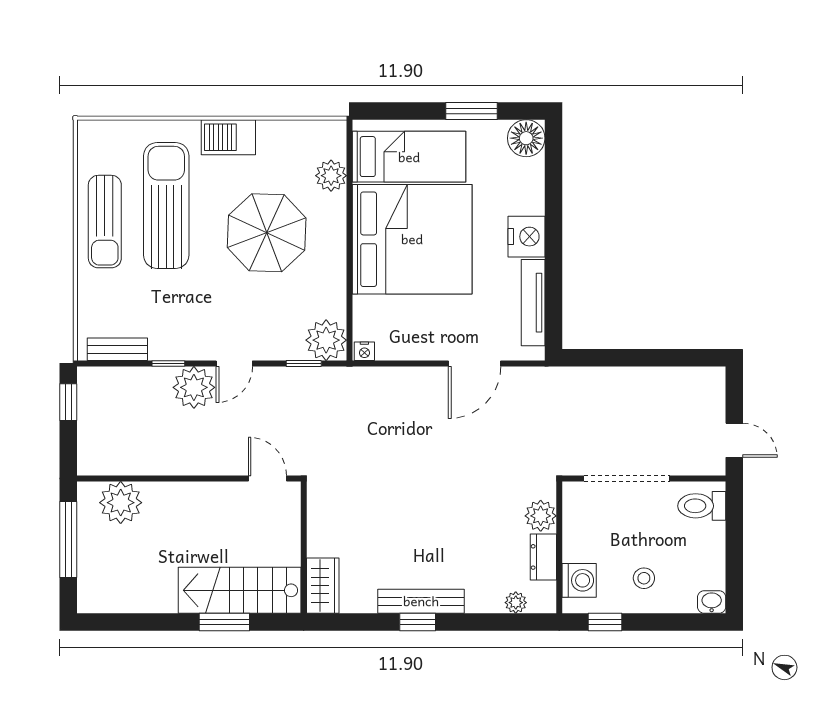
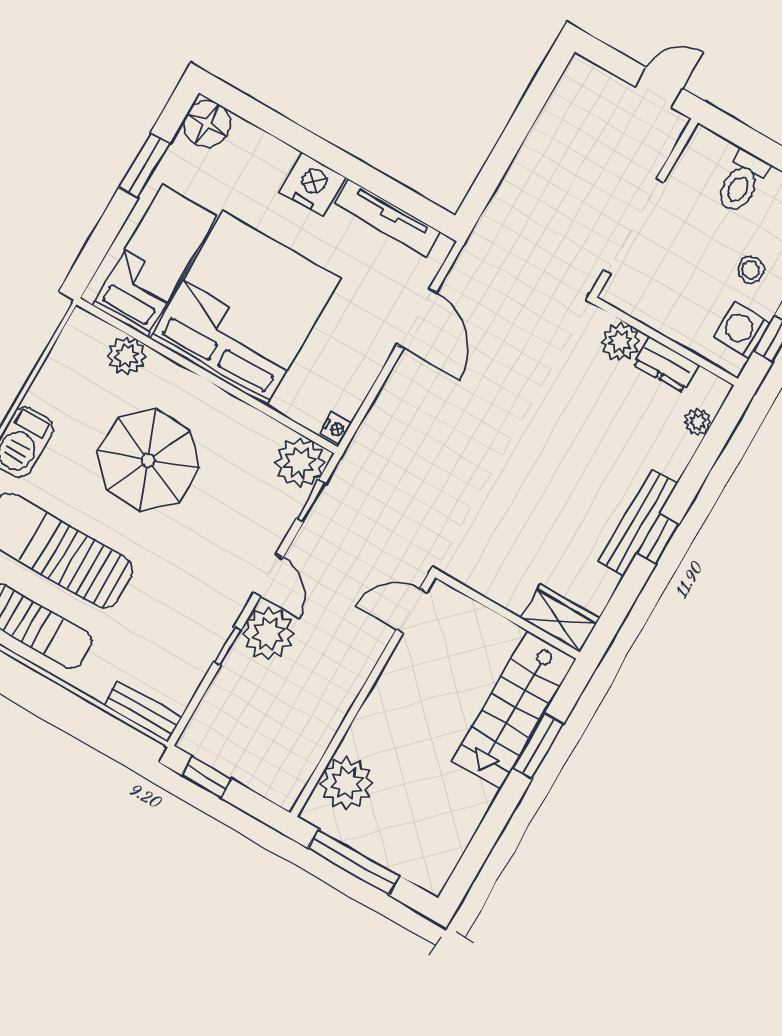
bench: (117, 349) -> (143, 711), moved, turned 90
toilet: (702, 506) -> (742, 182), moved
washing machine: (579, 580) -> (742, 330), moved, turned -90

